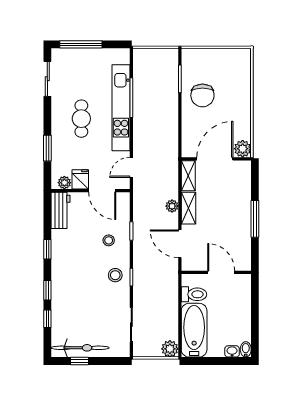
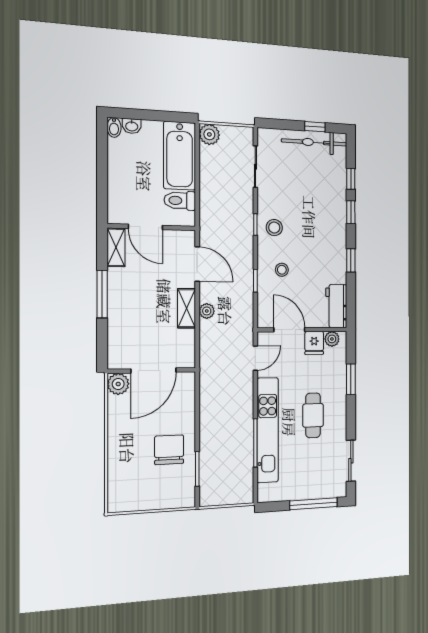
shelving: (188, 176) -> (116, 247), moved

